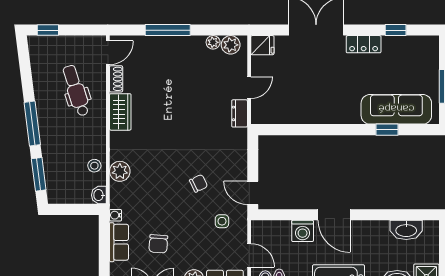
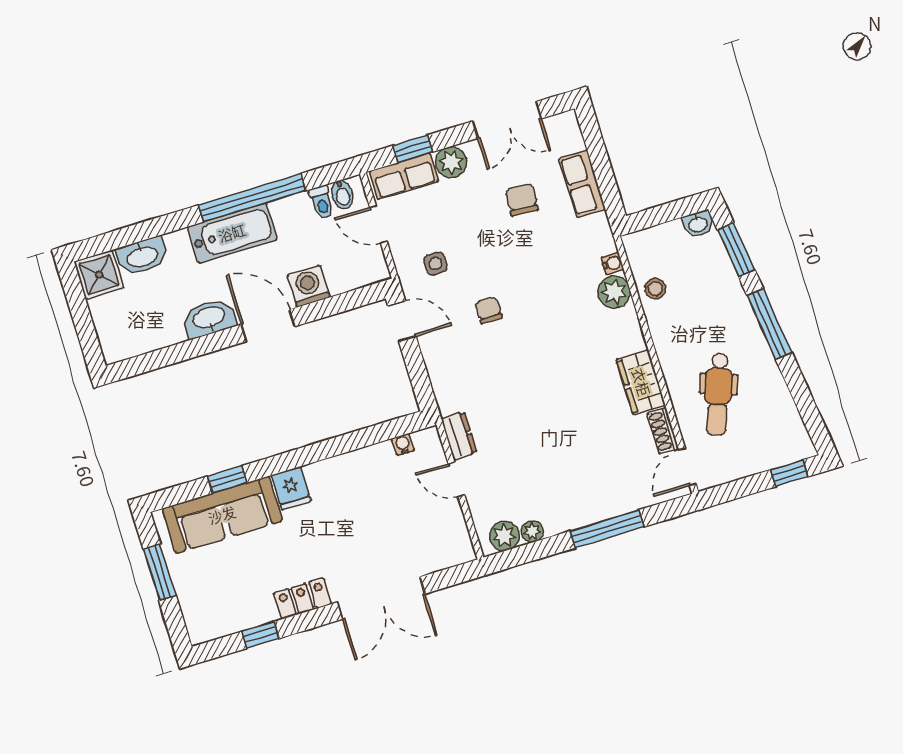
fridge: (262, 45) -> (291, 488), moved, turned -90
door: (249, 88) -> (456, 479), hinge flipped
dental chair: (76, 91) -> (718, 394), turned 38
water cooler: (275, 118) -> (403, 444), added
chair: (199, 183) -> (489, 310), turned 116
washbasin: (99, 195) -> (698, 224), moved, turned 90
water cooler: (116, 215) -> (612, 263), moved
washbasin: (406, 230) -> (209, 318), moved

